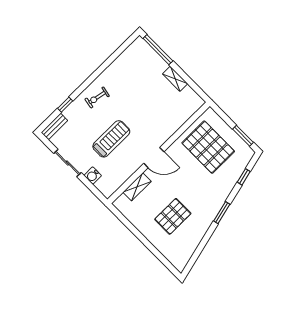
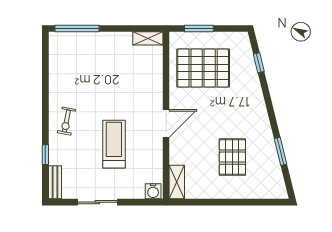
shelving: (175, 79) -> (148, 38), moved
window: (243, 136) -> (199, 28), moved
water cooler: (93, 176) -> (153, 191), moved
shelving: (137, 187) -> (177, 182), moved
window: (222, 213) -> (281, 151), moved

